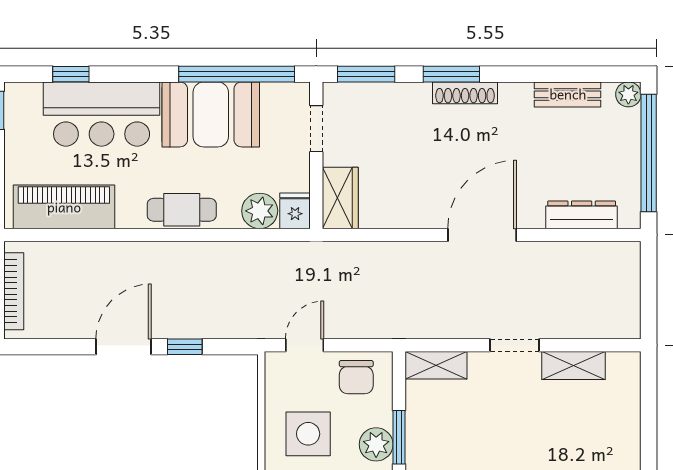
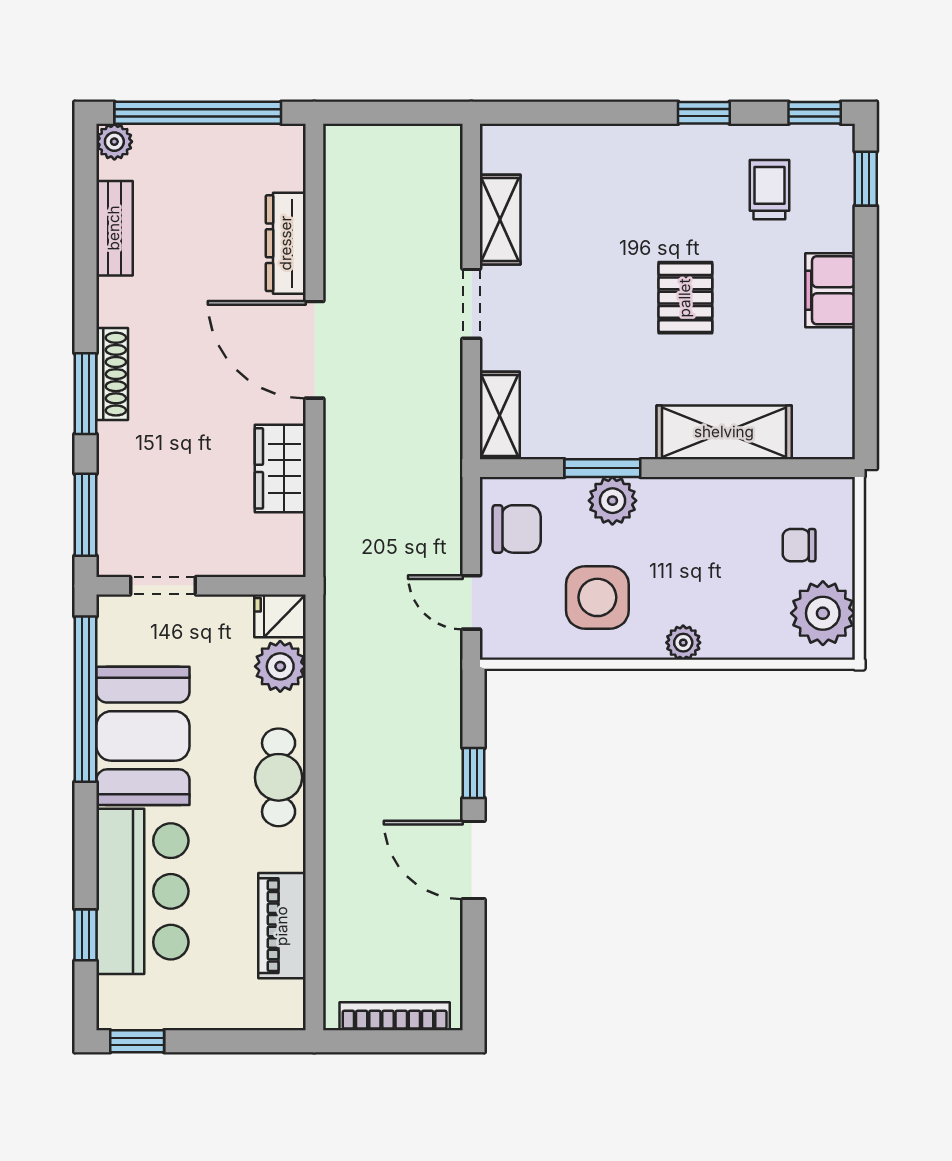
wardrobe: (340, 198) -> (280, 468), moved, turned -90
piano: (64, 207) -> (282, 926), width x0.73, depth x0.75
dresser: (582, 215) -> (286, 243), moved

